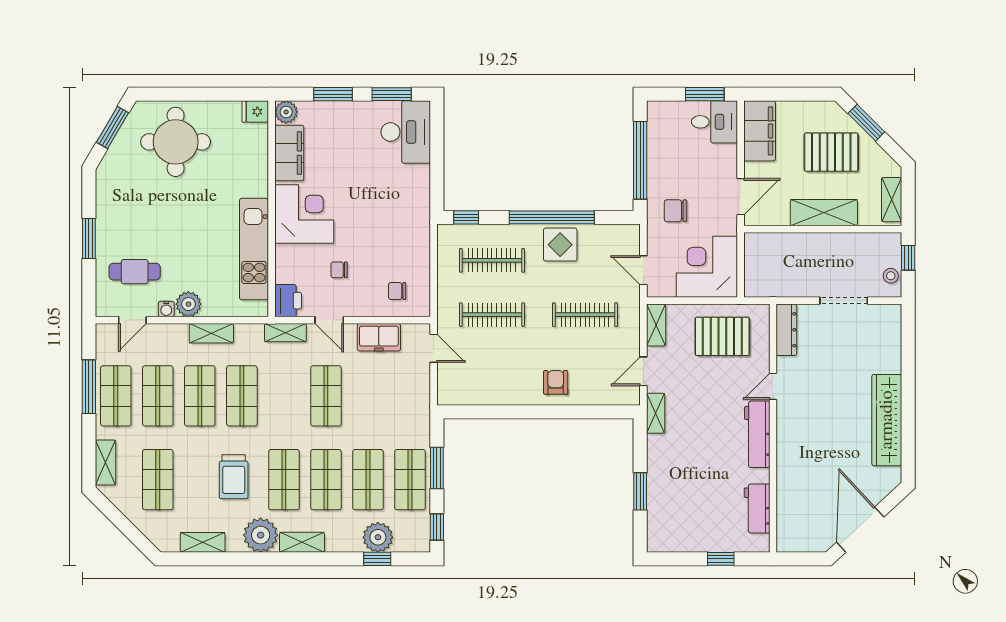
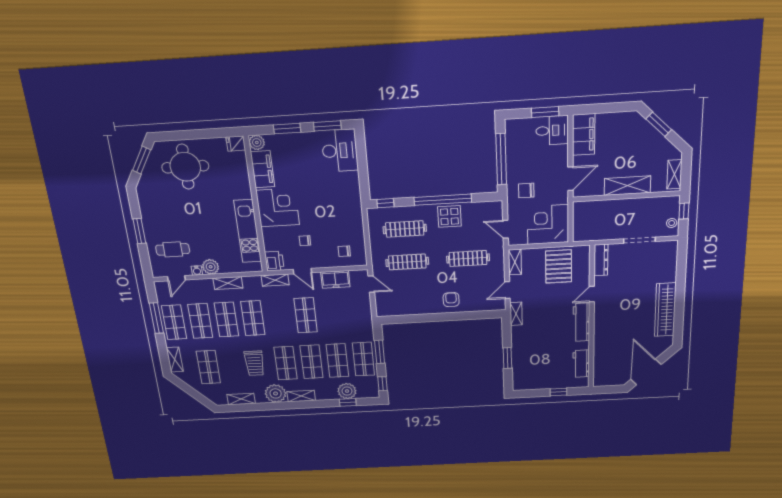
pallet: (831, 152) -> (634, 146), removed
pallet: (722, 336) -> (559, 266), turned 90

